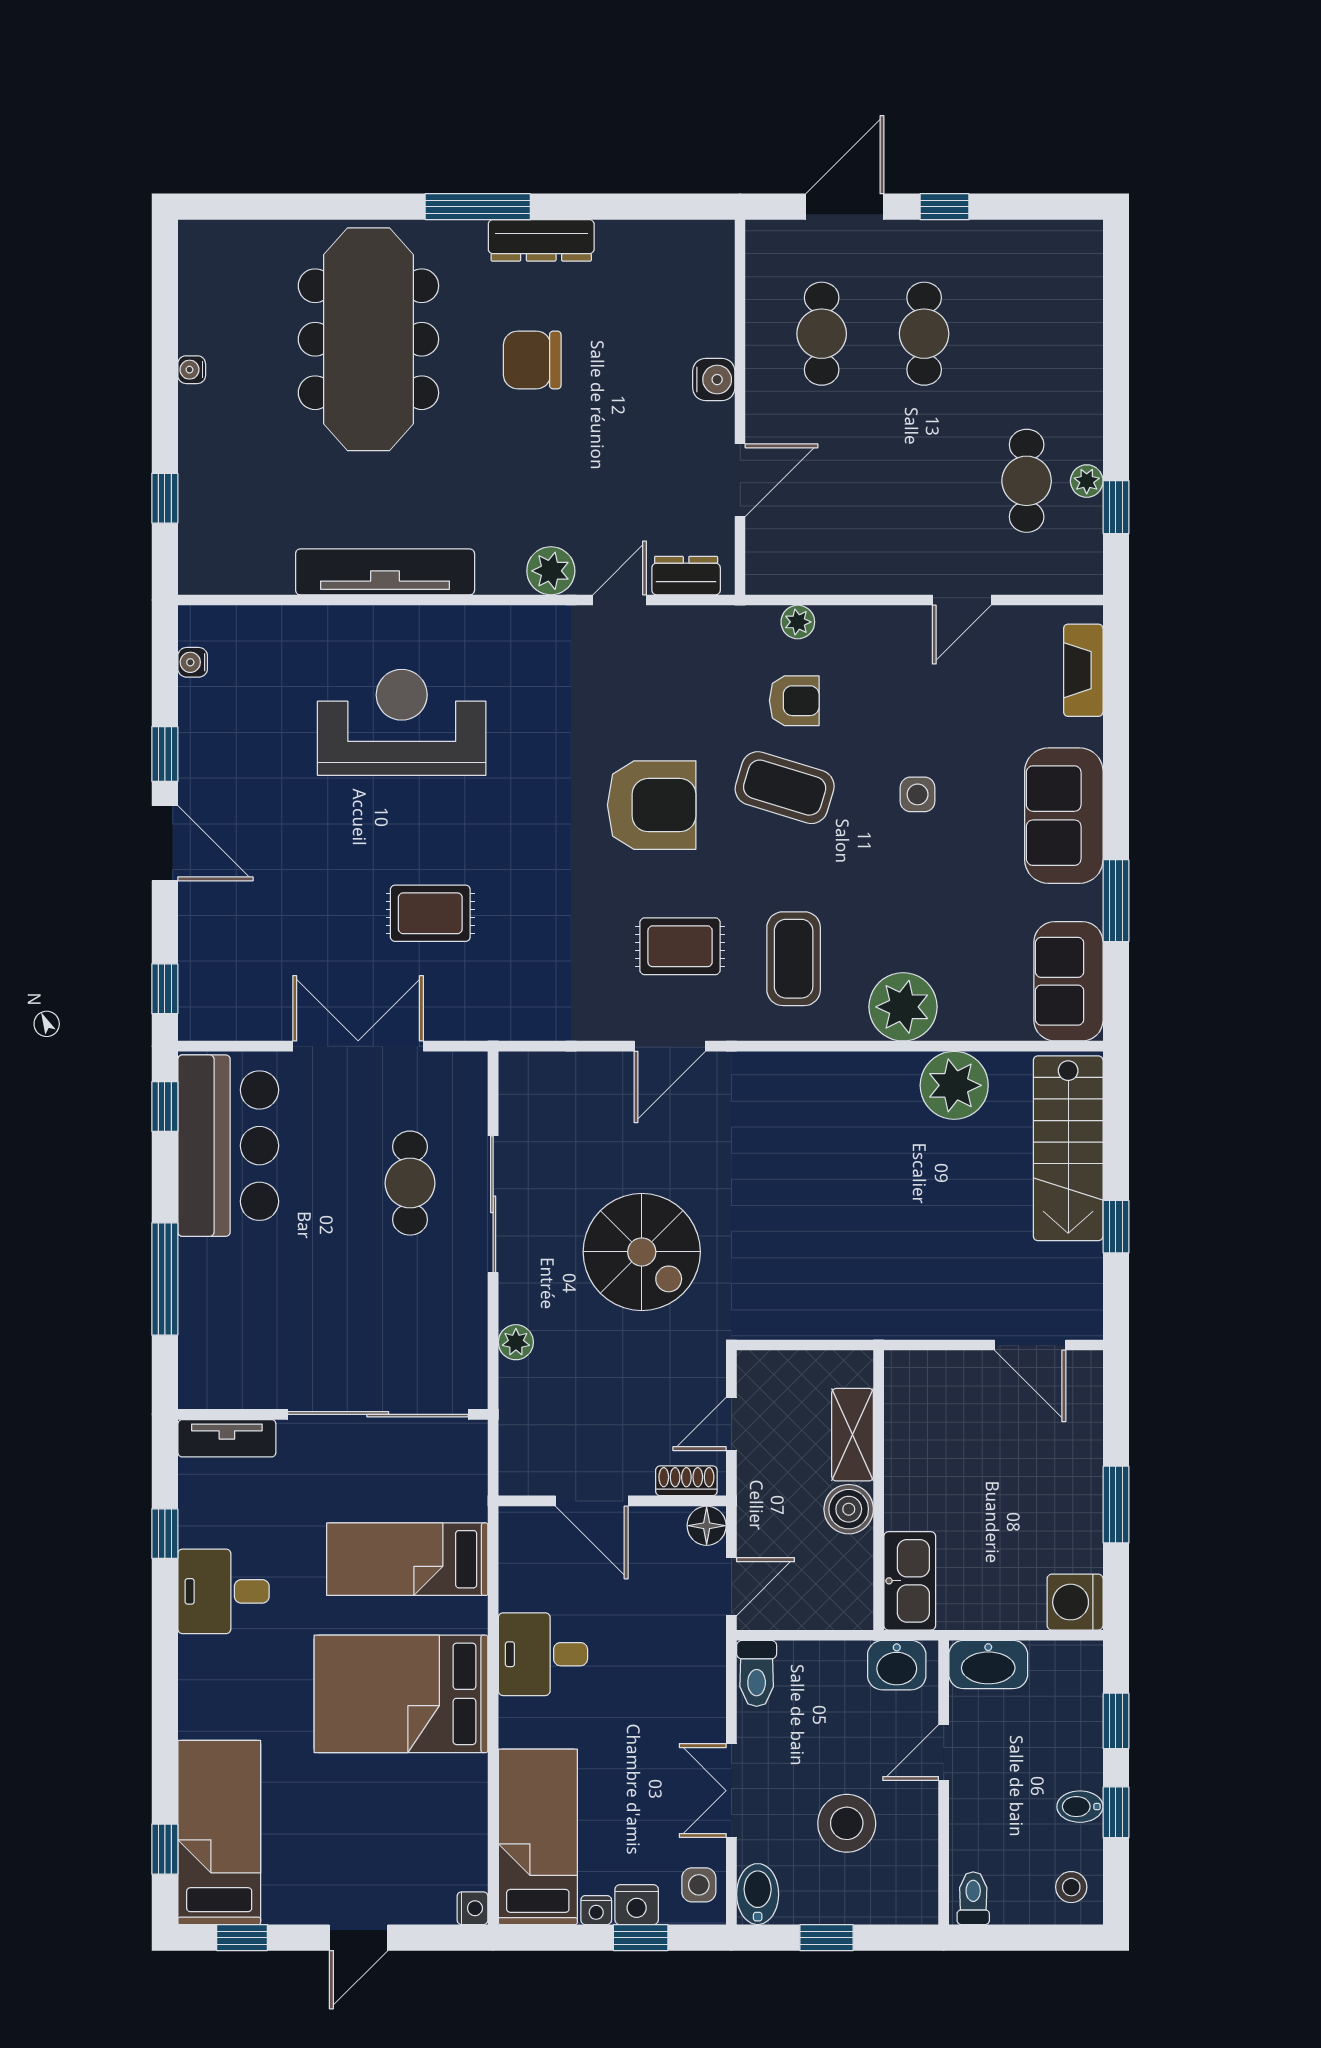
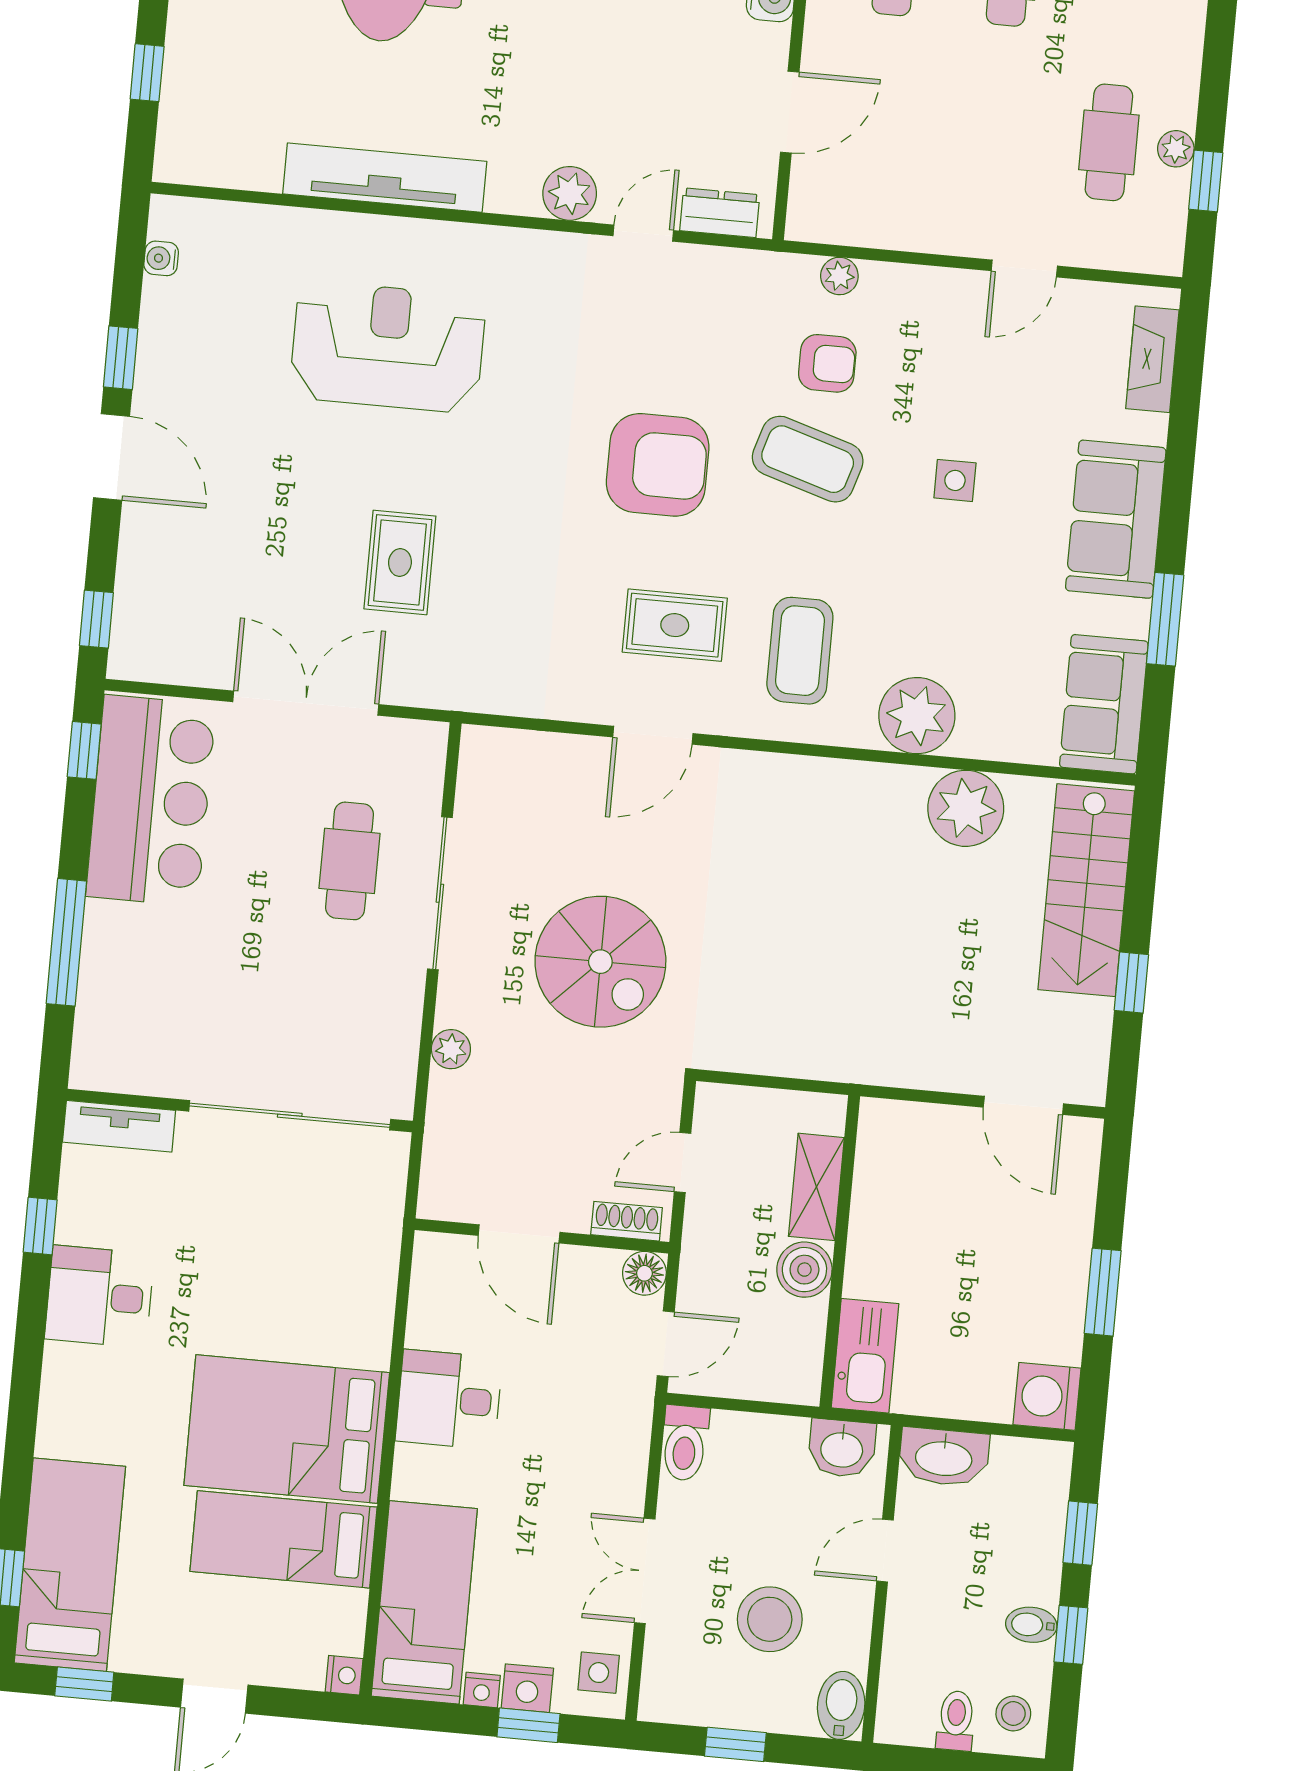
rug: (430, 913) -> (400, 562), turned 90
bed: (407, 1559) -> (284, 1539), moved
bidet: (758, 1894) -> (841, 1705), moved
toilet: (973, 1898) -> (956, 1721), moved

